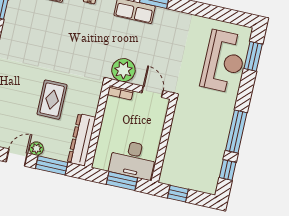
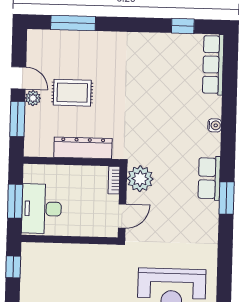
rug: (52, 100) -> (72, 93), moved
dresser: (82, 140) -> (83, 148), moved

